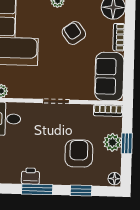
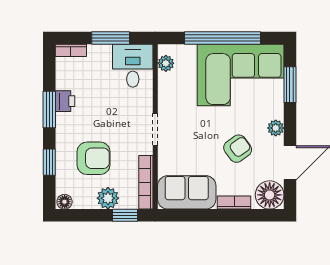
bookcase: (108, 111) -> (146, 182), width x1.56
window: (127, 143) -> (125, 215), moved

